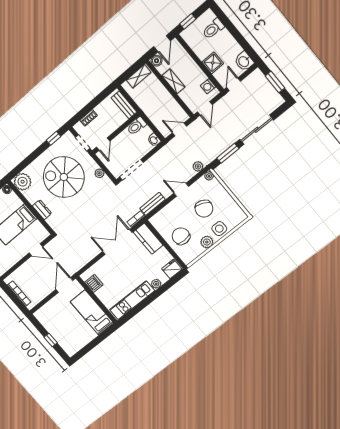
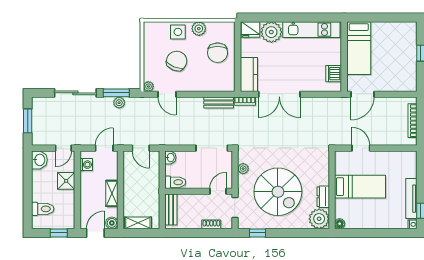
plant: (198, 166) -> (119, 103), moved
door: (181, 190) -> (167, 94), moved
dresser: (42, 210) -> (323, 197), moved
plant: (156, 284) -> (271, 32), width x1.88, depth x1.88

